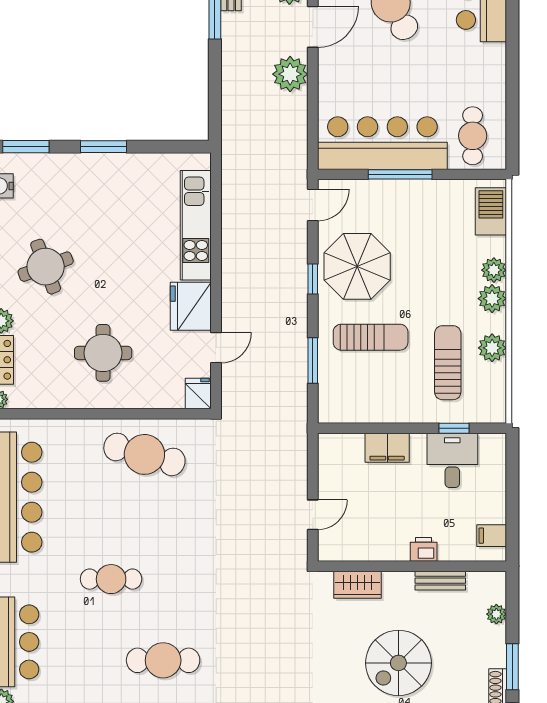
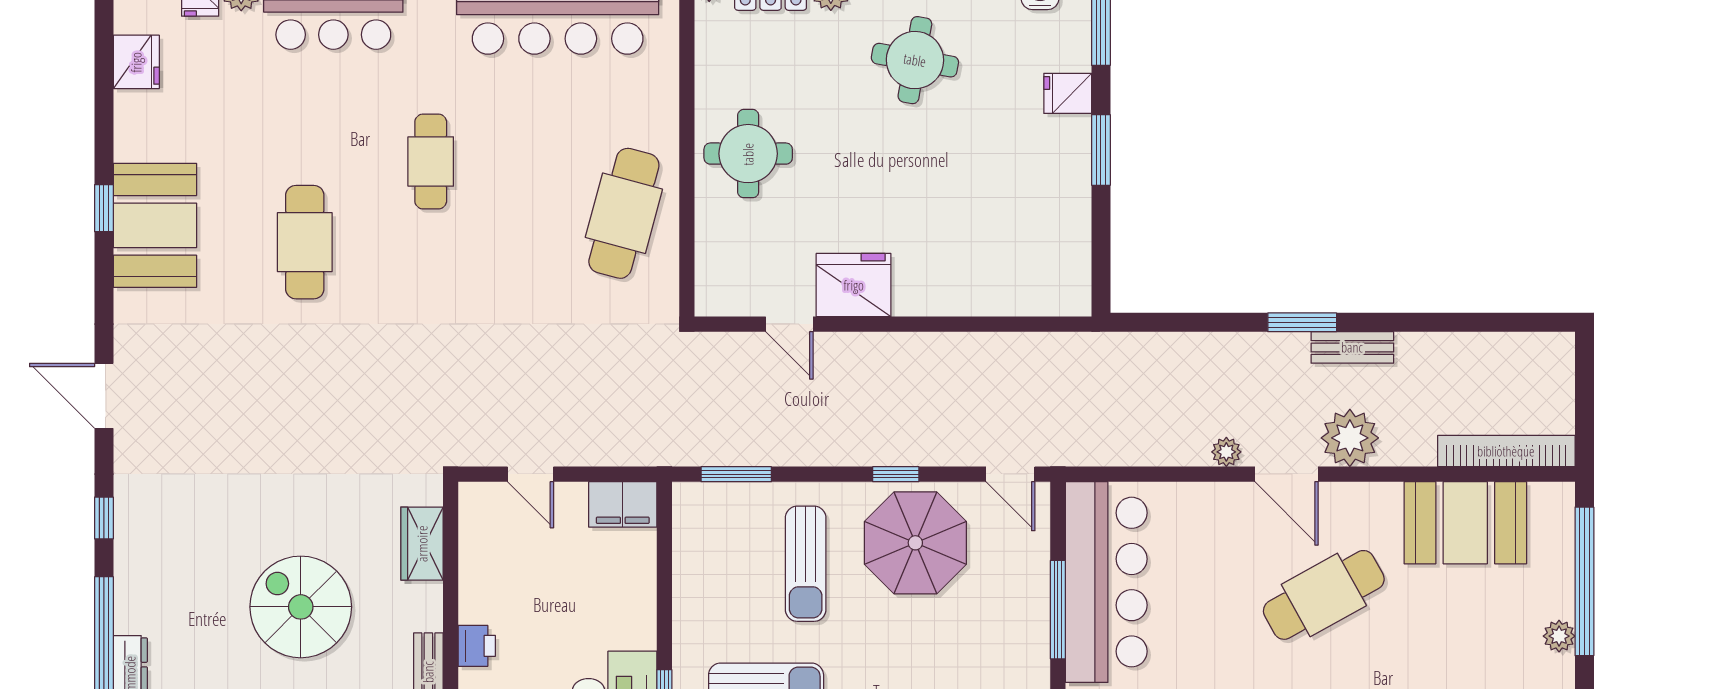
plant: (290, 74) -> (1226, 452), width x0.53, depth x0.53
kitchen unit: (196, 225) -> (979, 293), removed
round table: (46, 267) -> (915, 60), turned 30
round table: (103, 353) -> (748, 154), moved
window: (313, 360) -> (736, 474), moved
fridge: (198, 394) -> (1068, 93), moved, turned 180
filing cabinet: (387, 448) -> (623, 504), moved, turned -90

